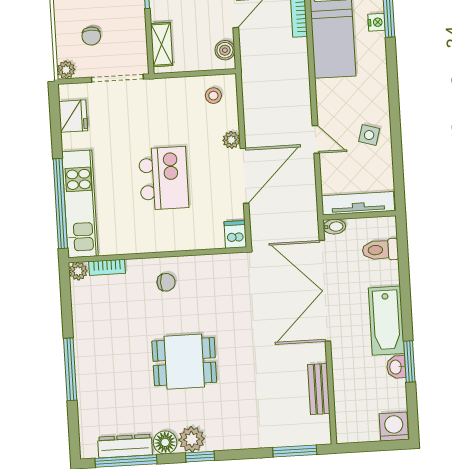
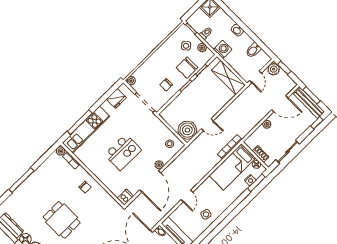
chair: (91, 36) -> (166, 85), moved
shelving: (162, 44) -> (172, 108), removed
boiler: (225, 50) -> (187, 130), width x1.86, depth x1.86
door: (245, 176) -> (150, 181), hinge flipped
window: (60, 203) -> (80, 122), width x0.68

